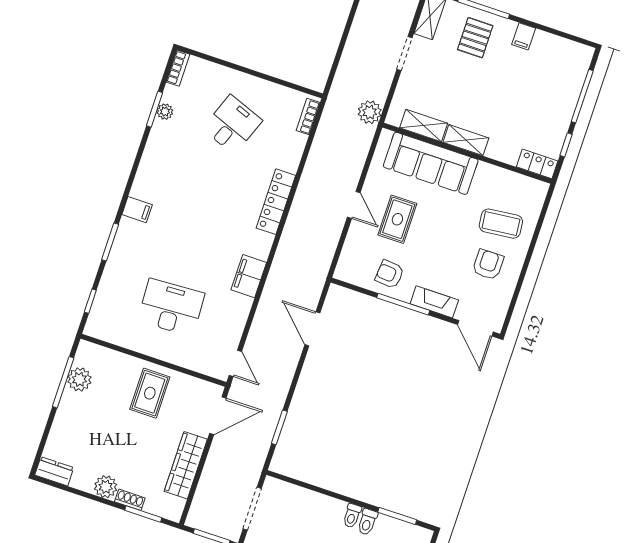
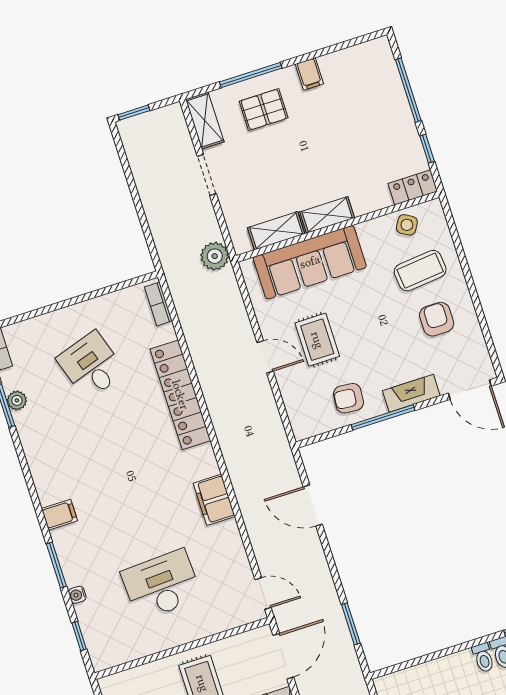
pallet: (475, 38) -> (264, 110), turned 90
desk: (232, 125) -> (91, 365), turned -39
side table: (515, 186) -> (407, 225), added
locker: (276, 202) -> (180, 395), width x1.41, depth x1.21
water cooler: (109, 272) -> (77, 595), added

